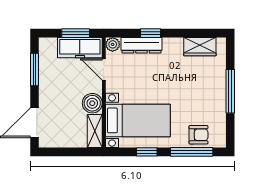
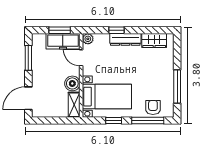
dresser: (142, 45) -> (125, 39), moved
window: (230, 91) -> (177, 87), moved
armchair: (198, 135) -> (153, 107), turned -90

